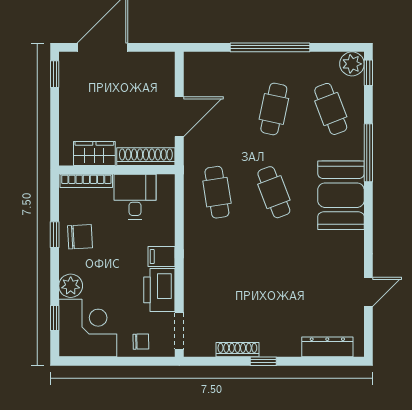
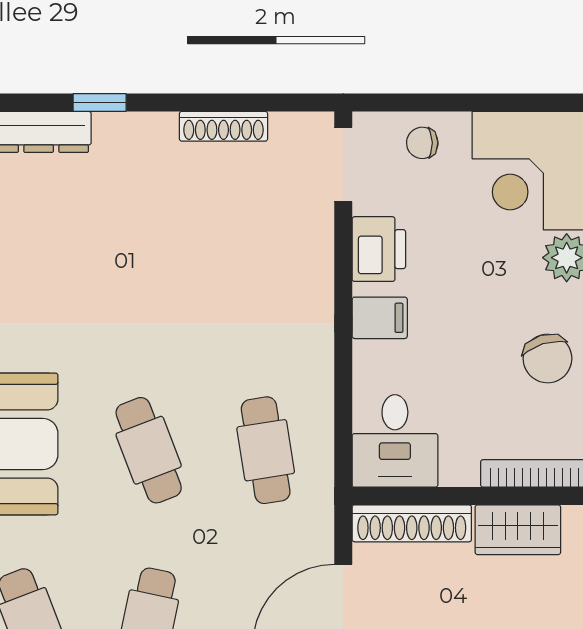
desk: (135, 197) -> (395, 441), moved
chair: (80, 237) -> (547, 359), turned -104
printer: (159, 290) -> (379, 249), width x0.73, depth x0.84
window: (263, 361) -> (100, 102), moved

